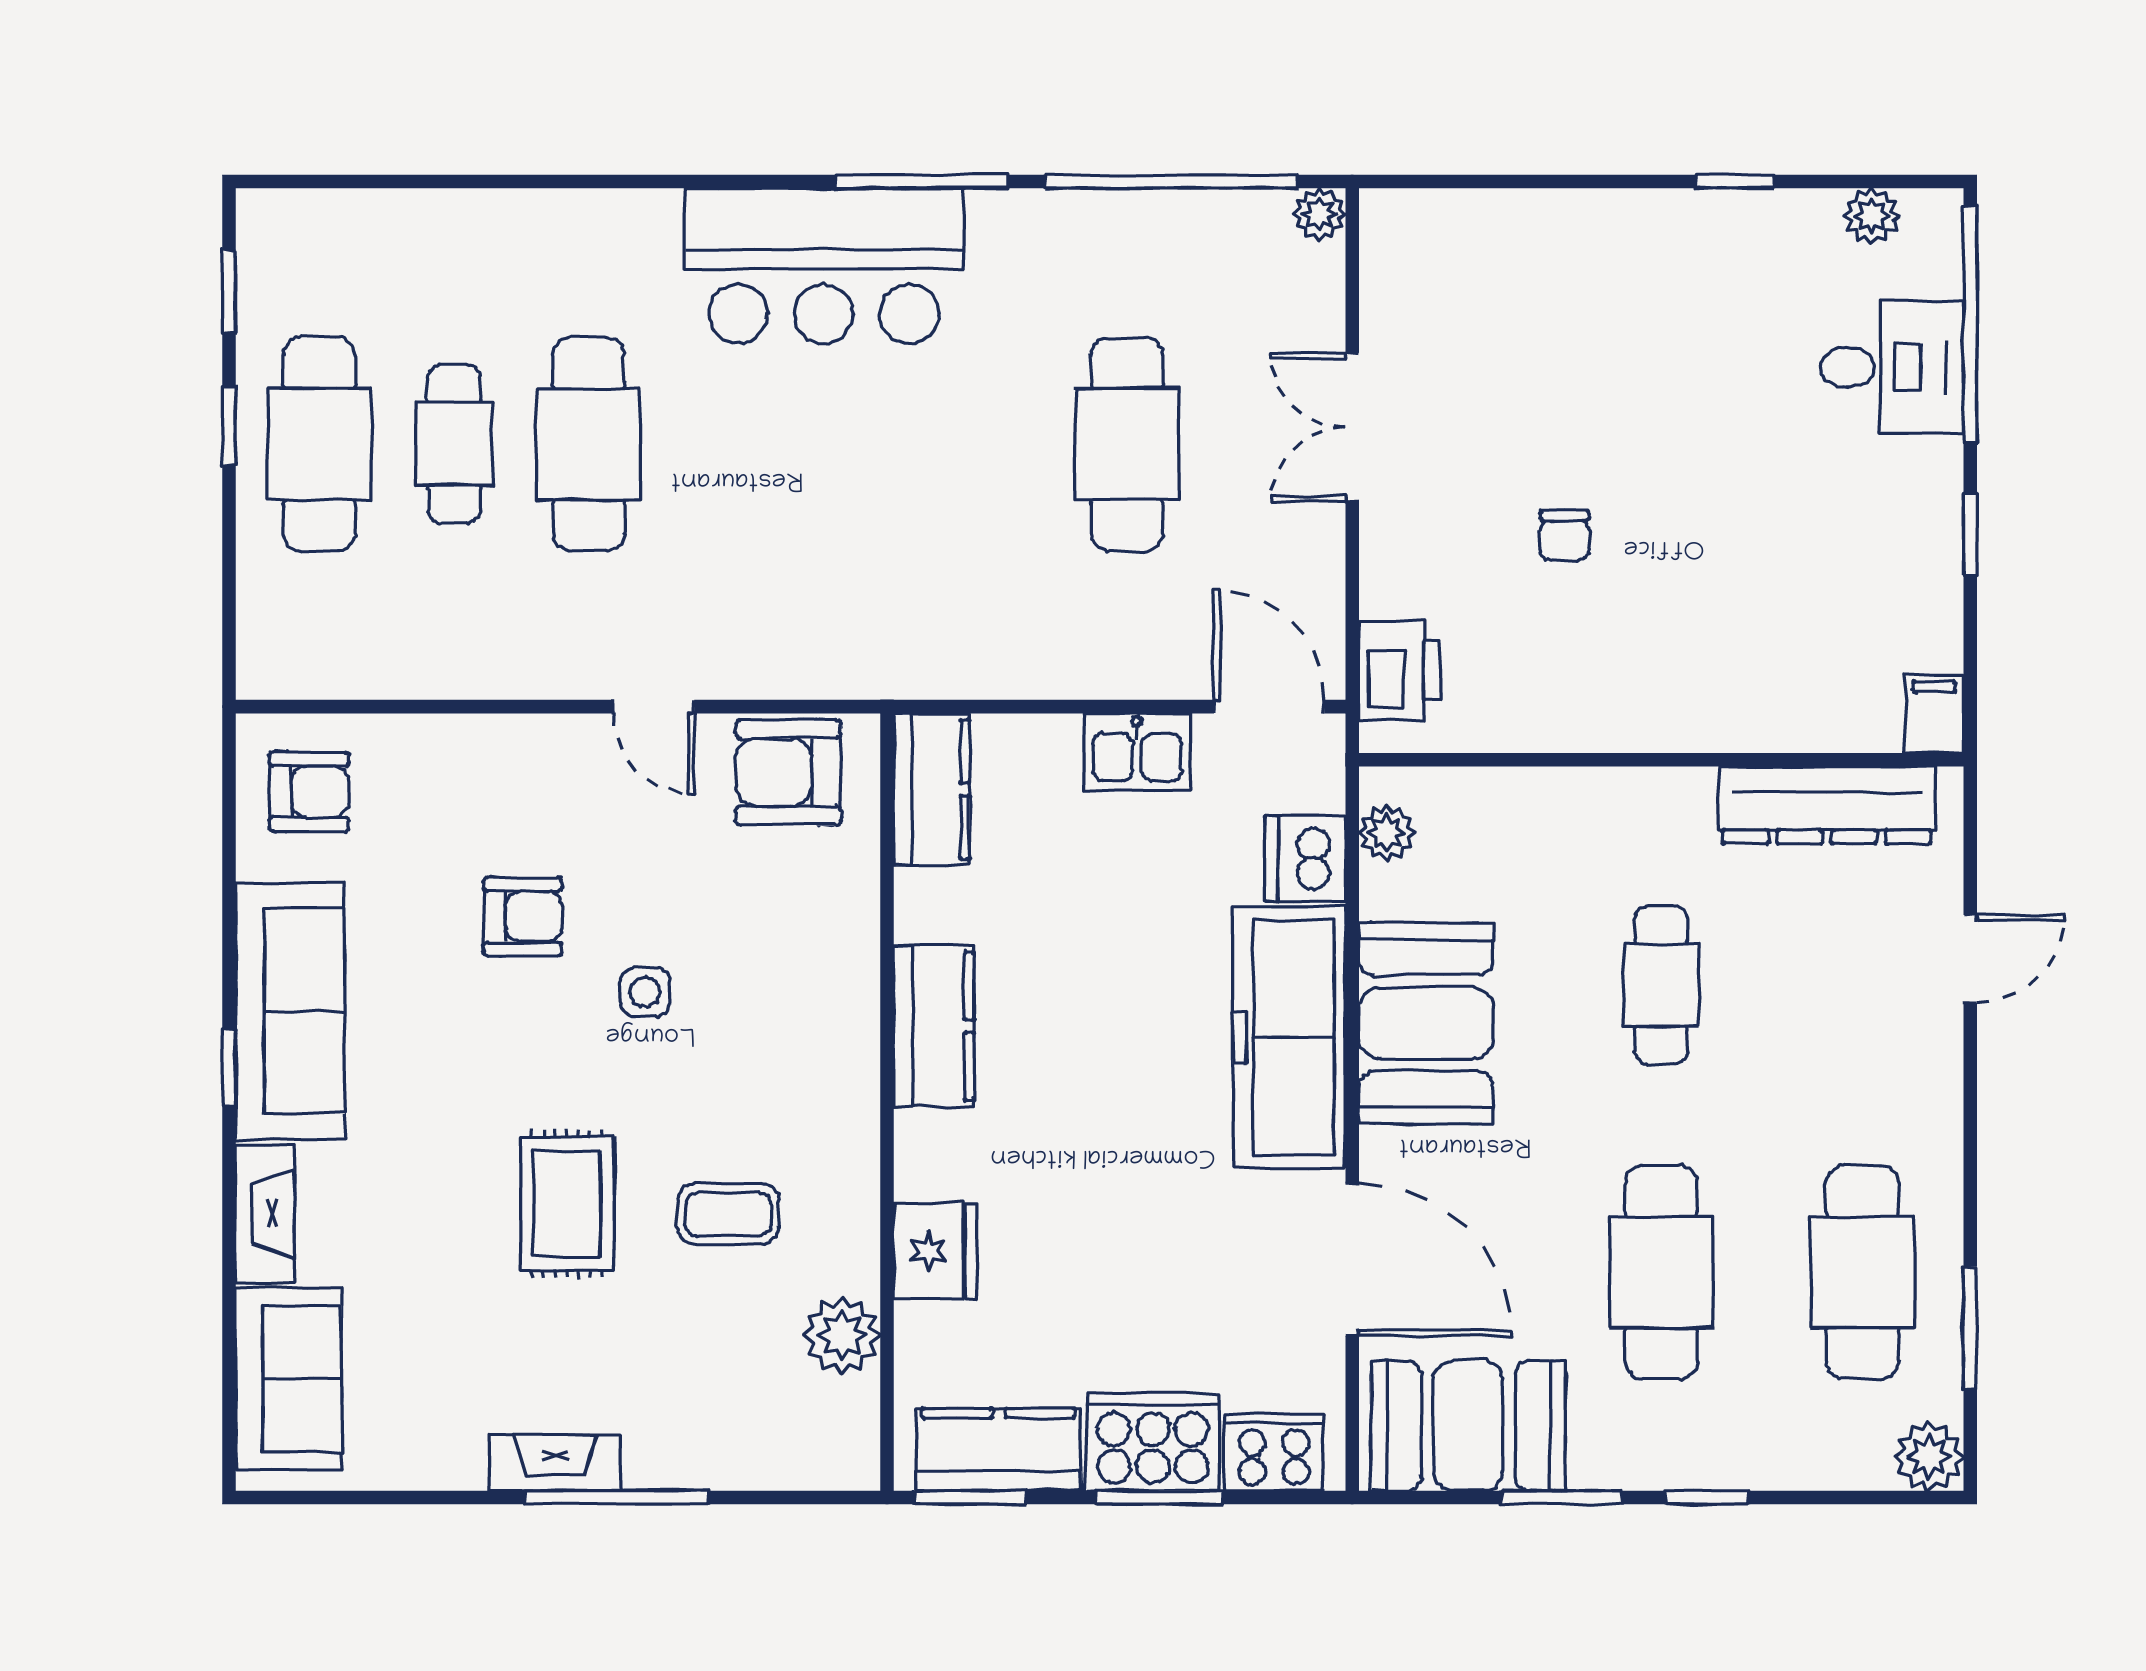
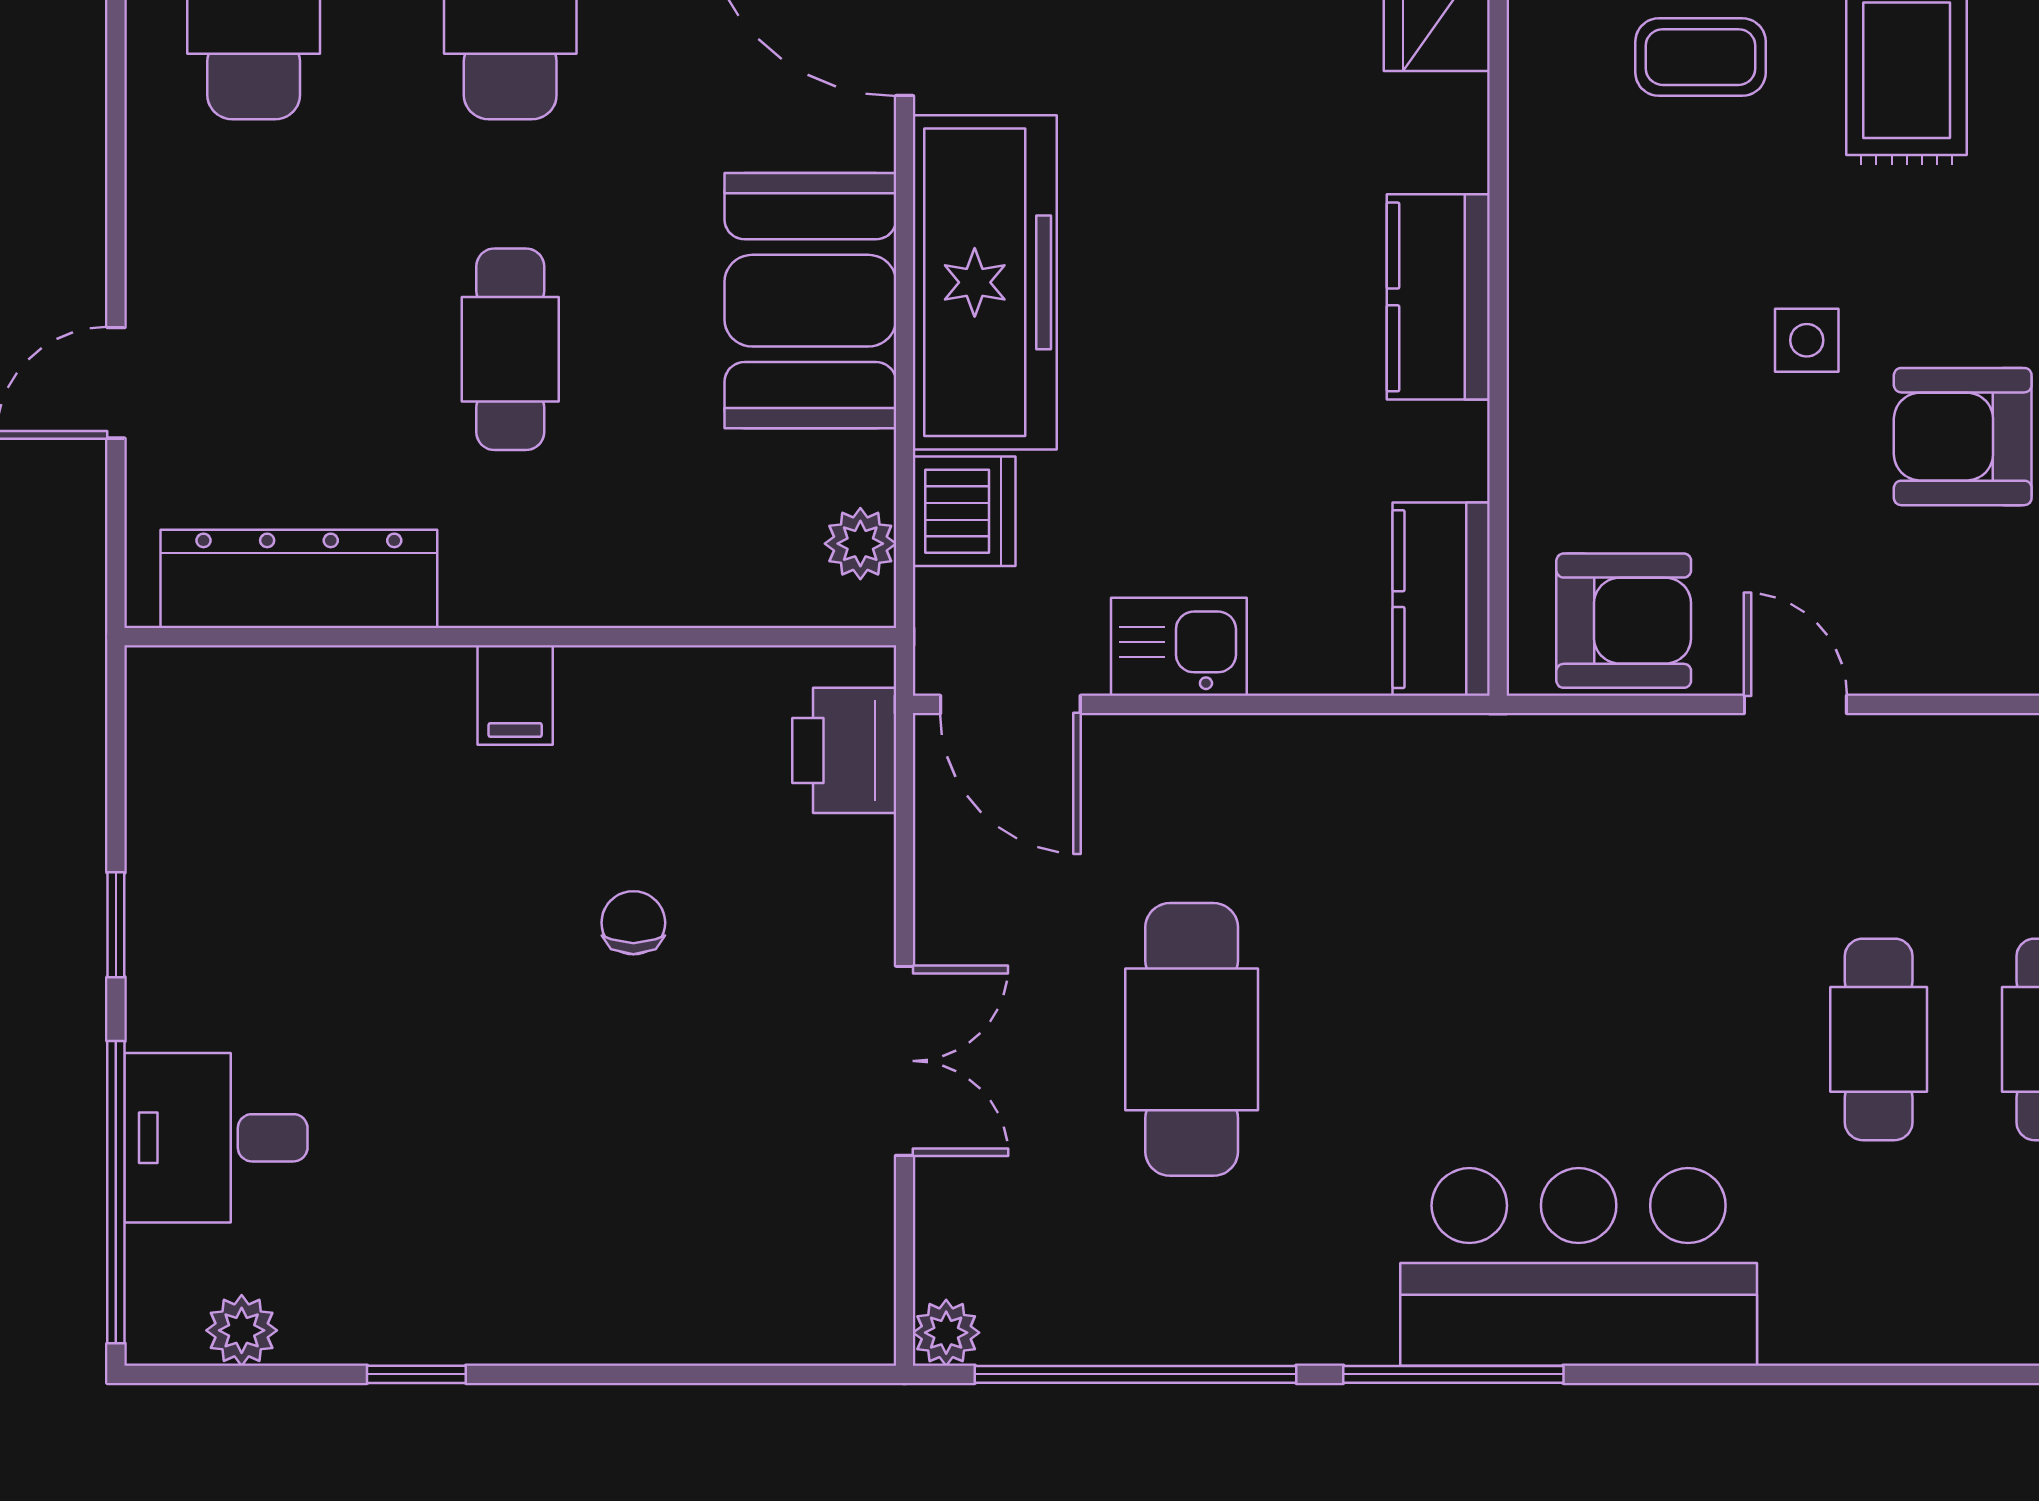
cafe table: (589, 444) -> (1879, 1039), width x0.73, depth x0.74
filing cabinet: (1934, 714) -> (515, 695), moved
armchair: (523, 917) -> (1963, 437), width x1.38, depth x1.38

